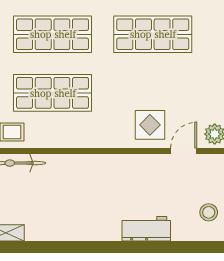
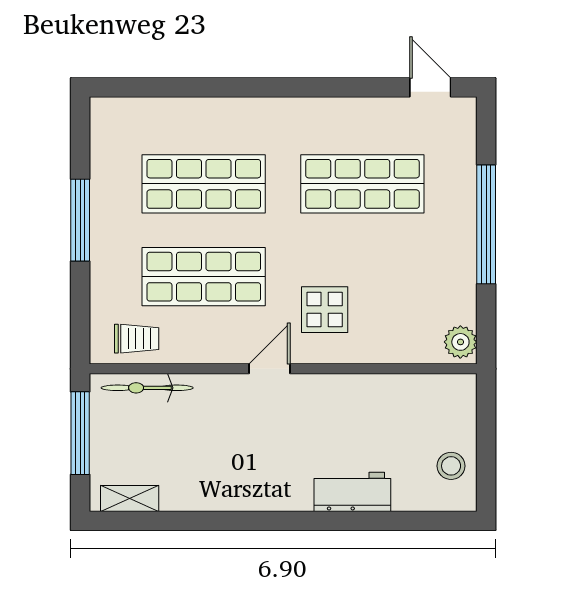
display table: (150, 125) -> (325, 310), moved
door: (184, 151) -> (270, 369), moved

